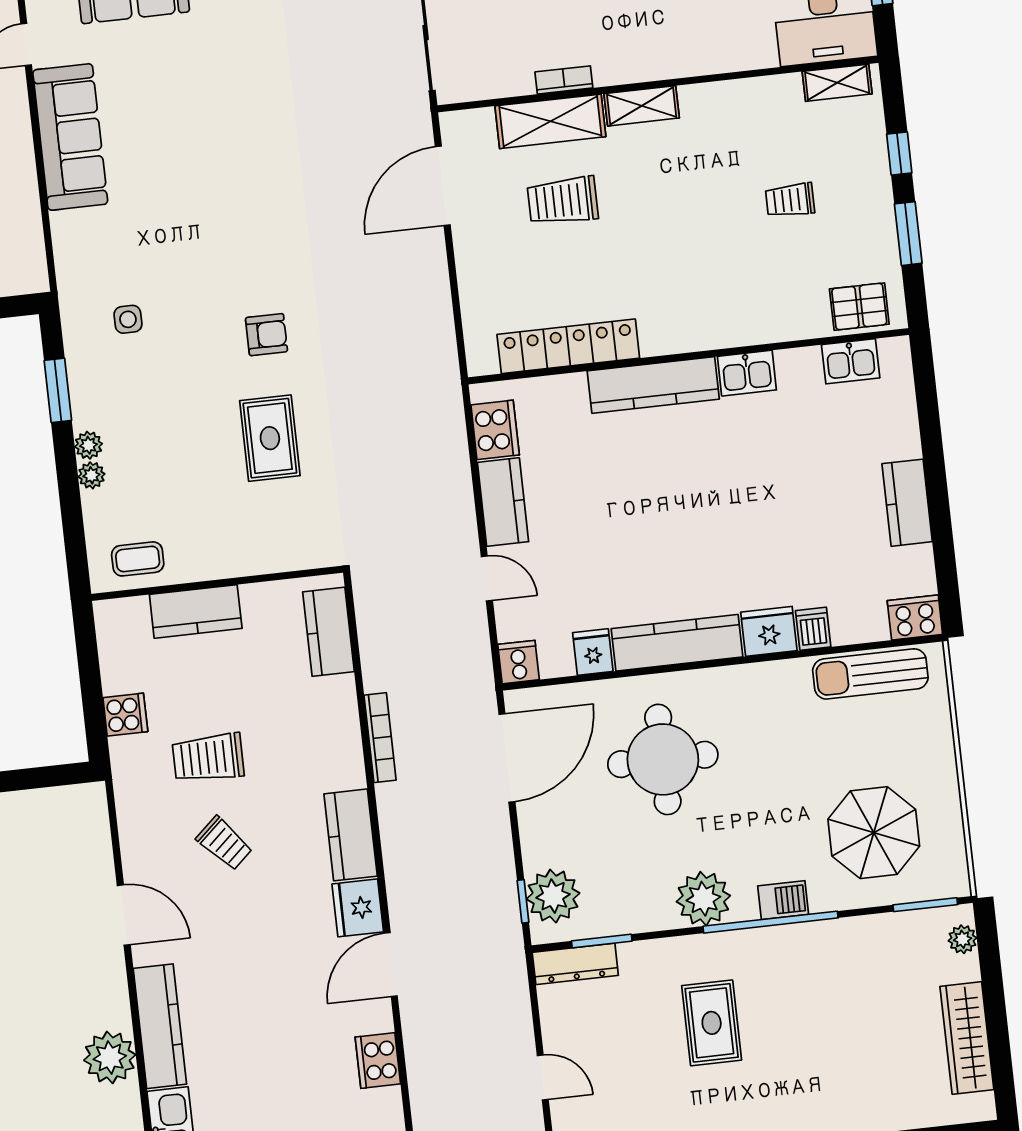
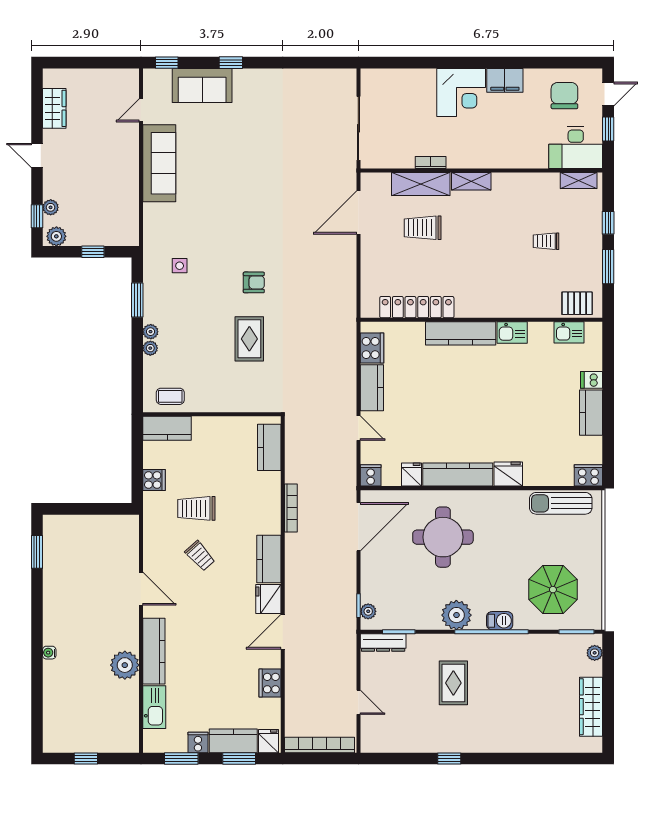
kitchen counter: (196, 611) -> (167, 428), moved
dishwasher: (813, 629) -> (592, 380), moved, turned -90
plant: (553, 896) -> (368, 611), width x0.53, depth x0.53

